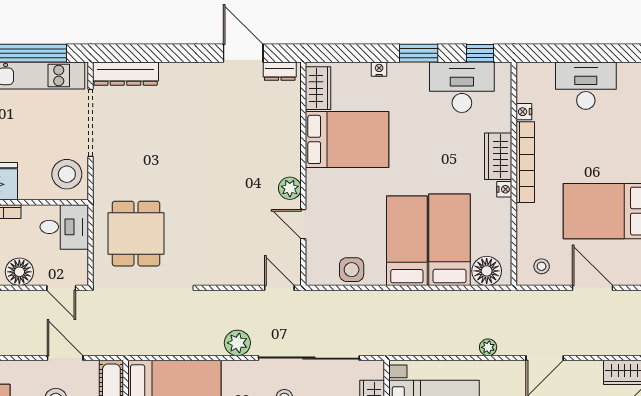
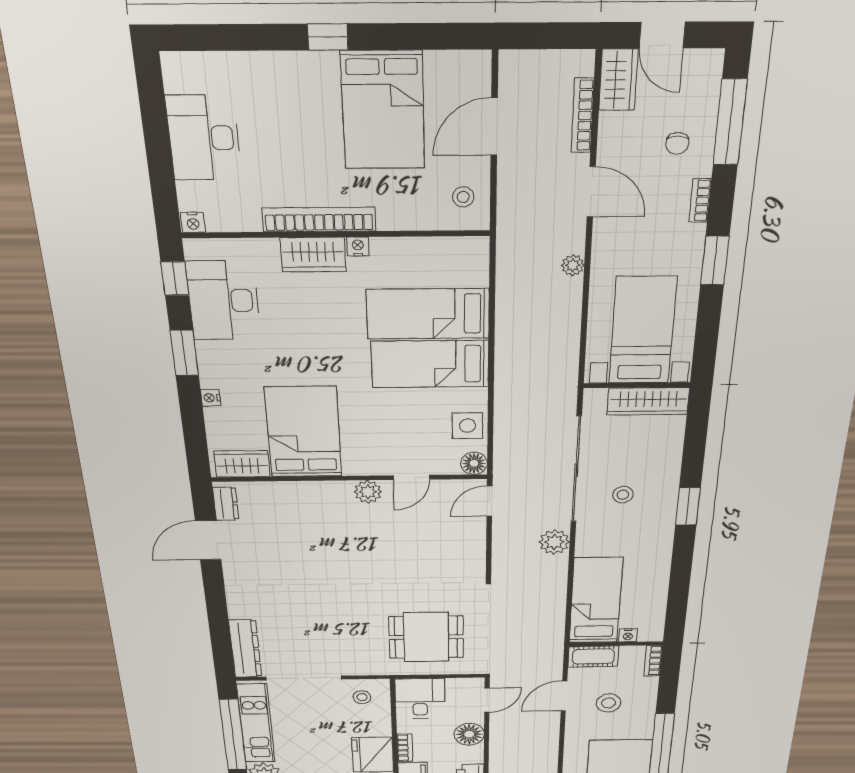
nightstand: (524, 112) -> (193, 222), moved
stool: (67, 174) -> (362, 697), width x0.53, depth x0.53
floor lamp: (487, 271) -> (474, 463), moved, width x0.73, depth x0.73
bookcase: (600, 349) -> (583, 115), added

